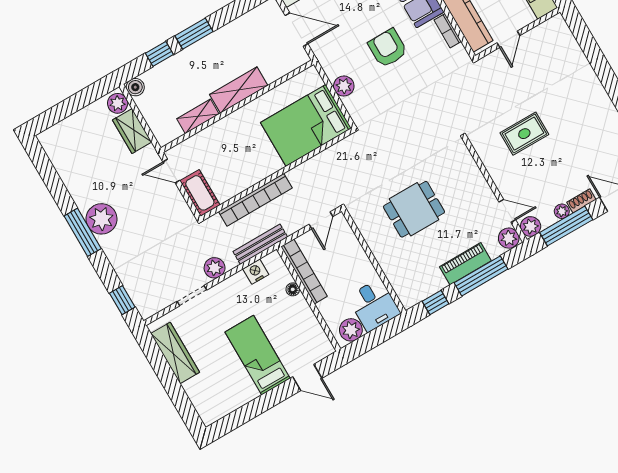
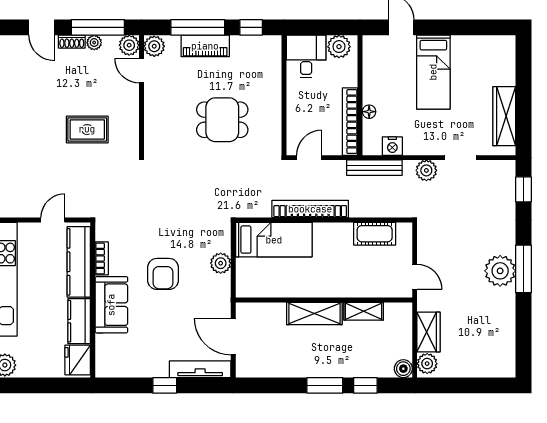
bed: (306, 125) -> (274, 240), width x0.67
cot: (200, 193) -> (375, 234), moved, turned 90
bookcase: (255, 200) -> (310, 209), moved

